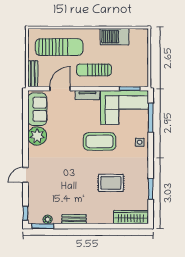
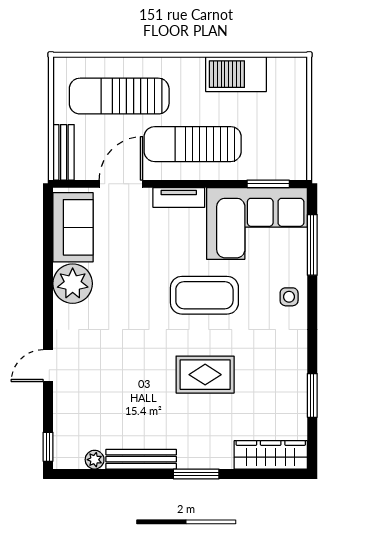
sun lounger: (59, 47) -> (119, 96), turned 180
sun lounger: (94, 70) -> (193, 144), width x1.36, depth x1.34
rug: (111, 183) -> (205, 375), moved
bench: (74, 219) -> (141, 459), width x1.36
window: (43, 226) -> (196, 474), moved

